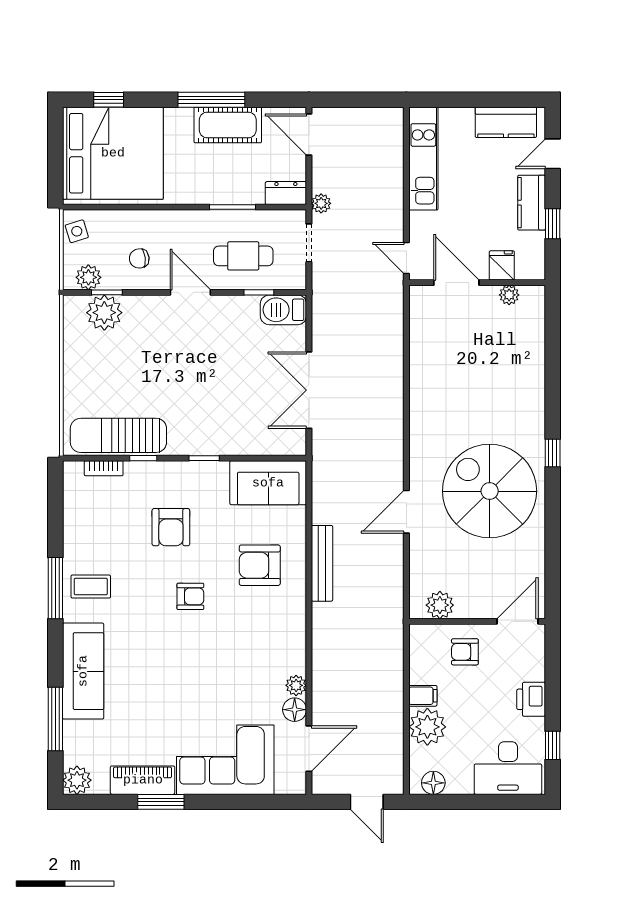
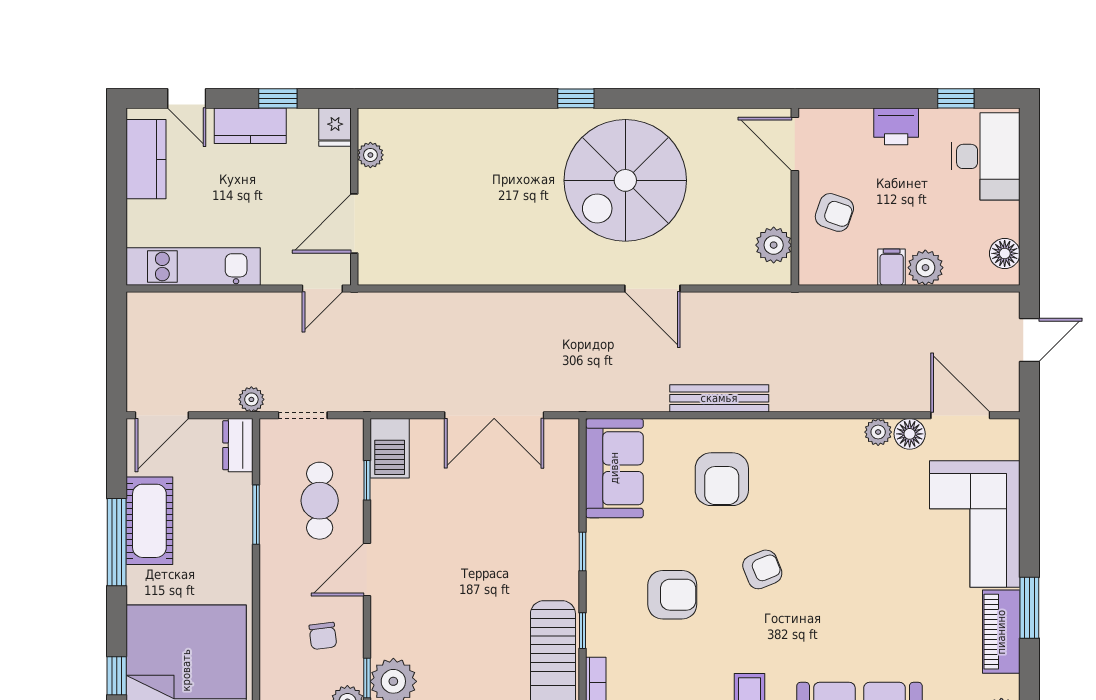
fridge: (502, 265) -> (335, 127), moved, turned -90
armchair: (190, 596) -> (762, 569), turned 68
armchair: (465, 652) -> (834, 212), turned -71
plant: (427, 727) -> (925, 268), width x0.73, depth x0.73

